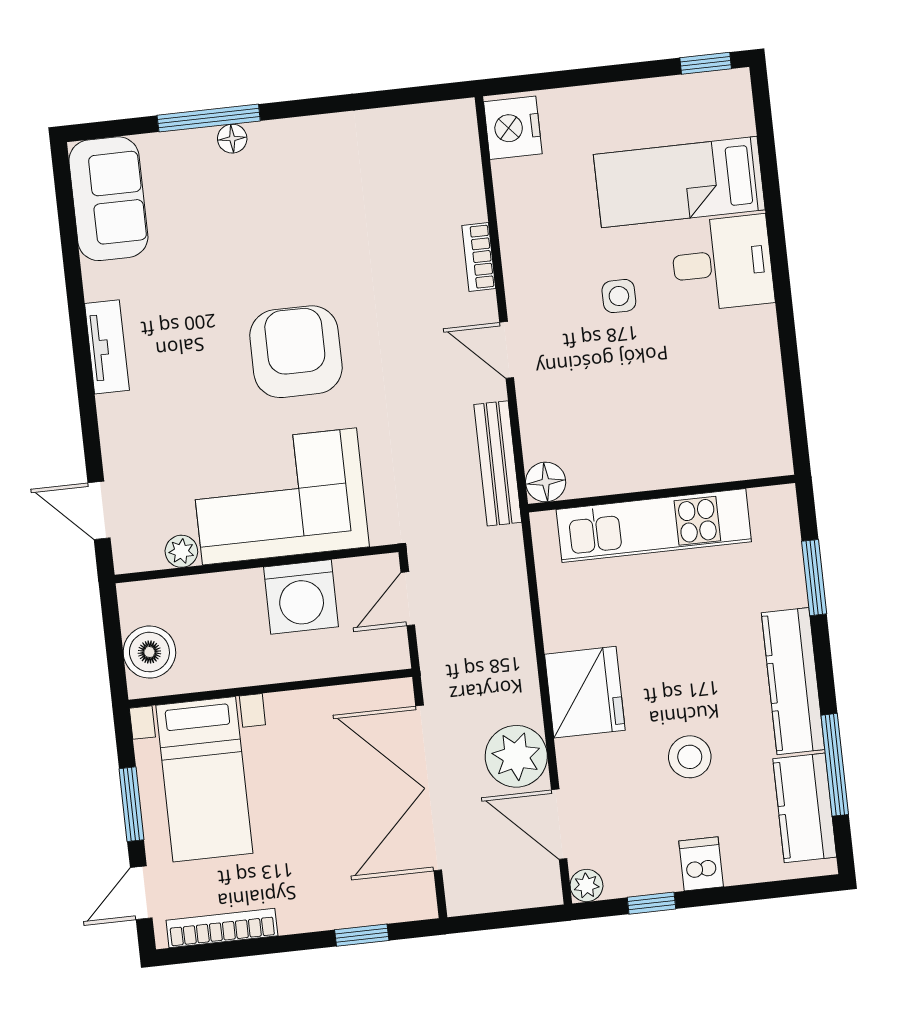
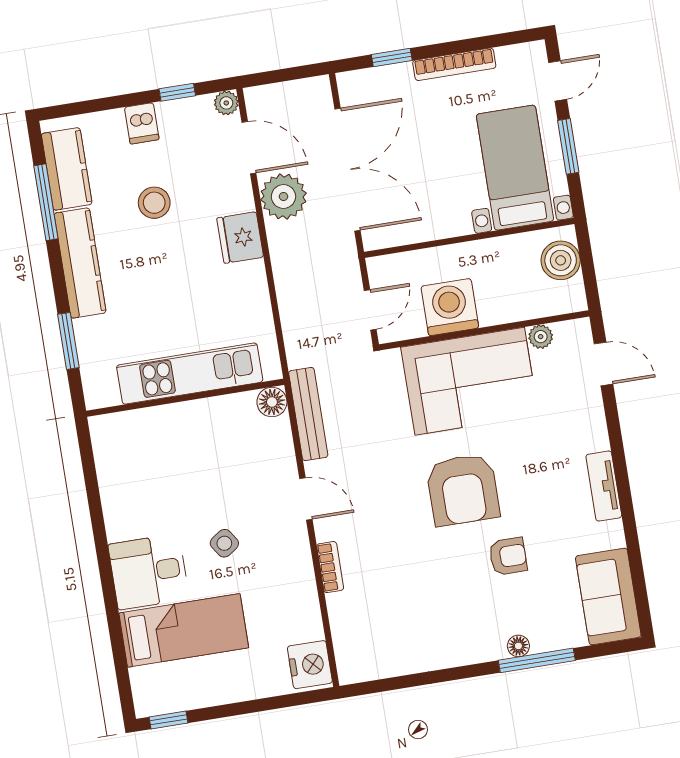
armchair: (240, 259) -> (508, 556), added
side table: (619, 296) -> (224, 543), turned -34
fridge: (585, 692) -> (240, 238), width x0.73, depth x0.75
bookcase: (222, 928) -> (454, 64), moved

